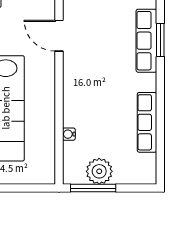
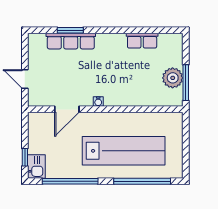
row of seats: (147, 122) -> (142, 41), width x0.68
water cooler: (69, 134) -> (98, 102), moved

